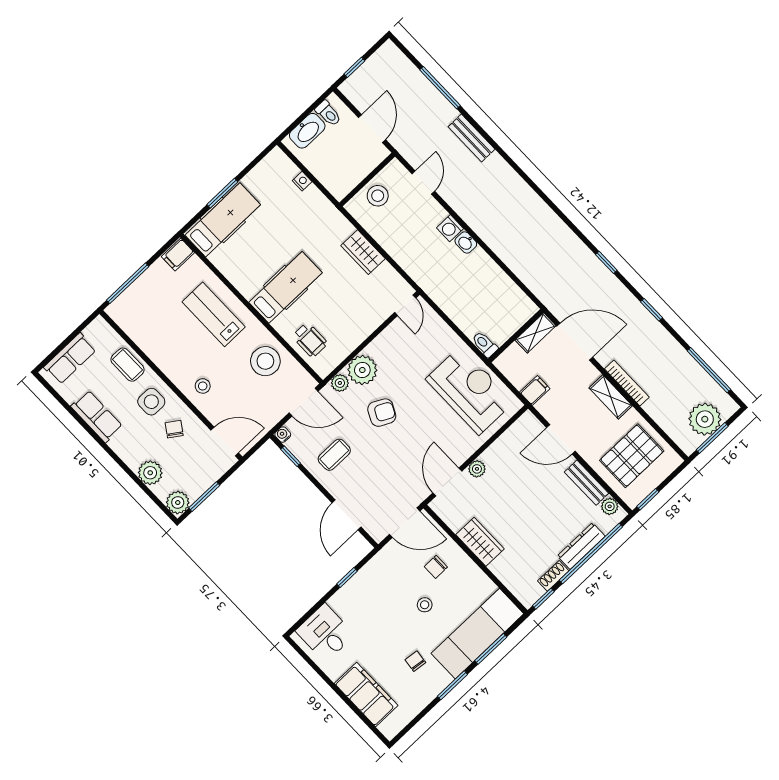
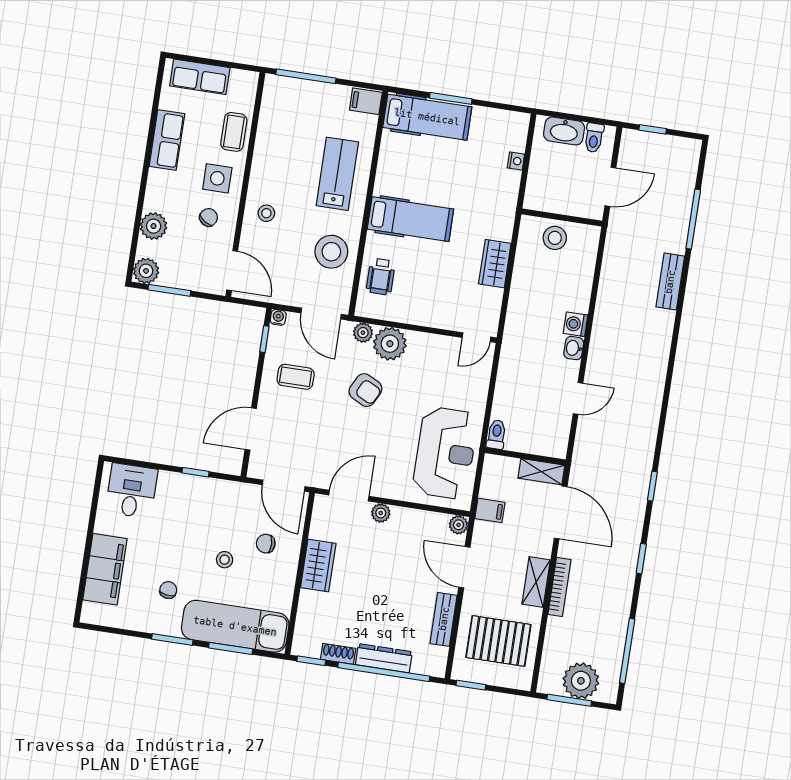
door: (423, 183) -> (578, 398), moved
plant: (610, 506) -> (459, 525), moved

